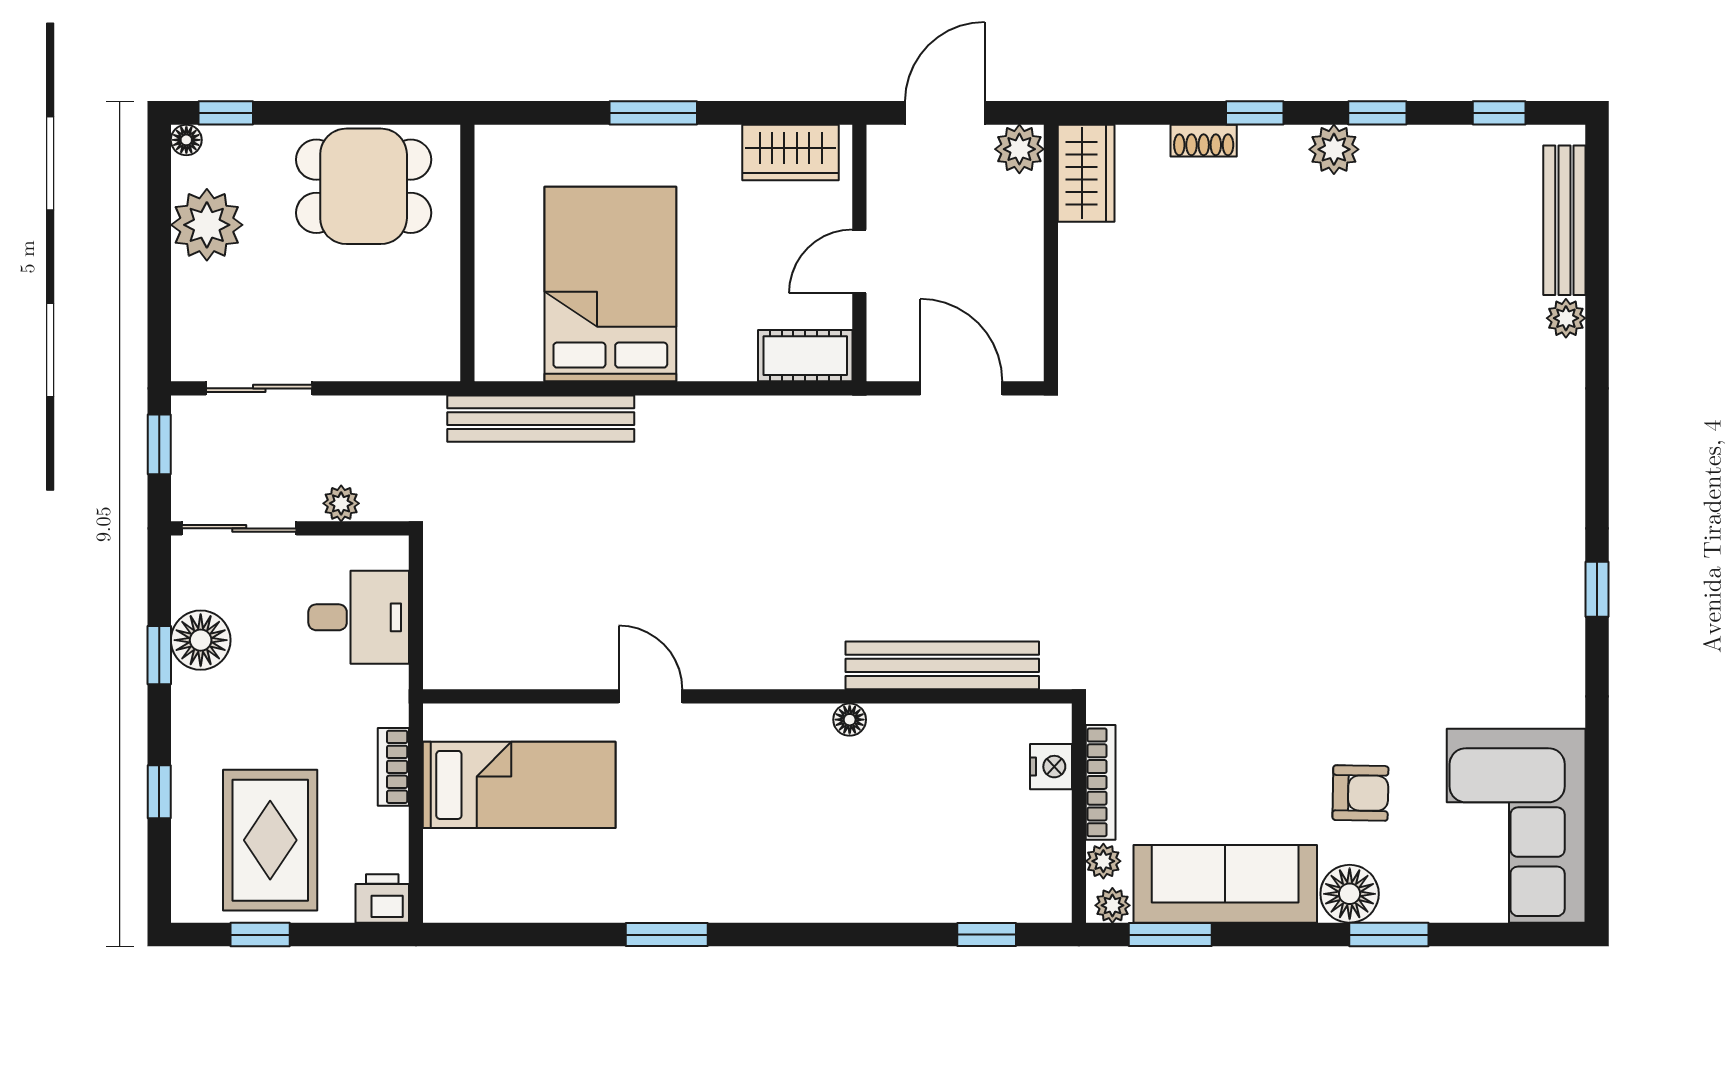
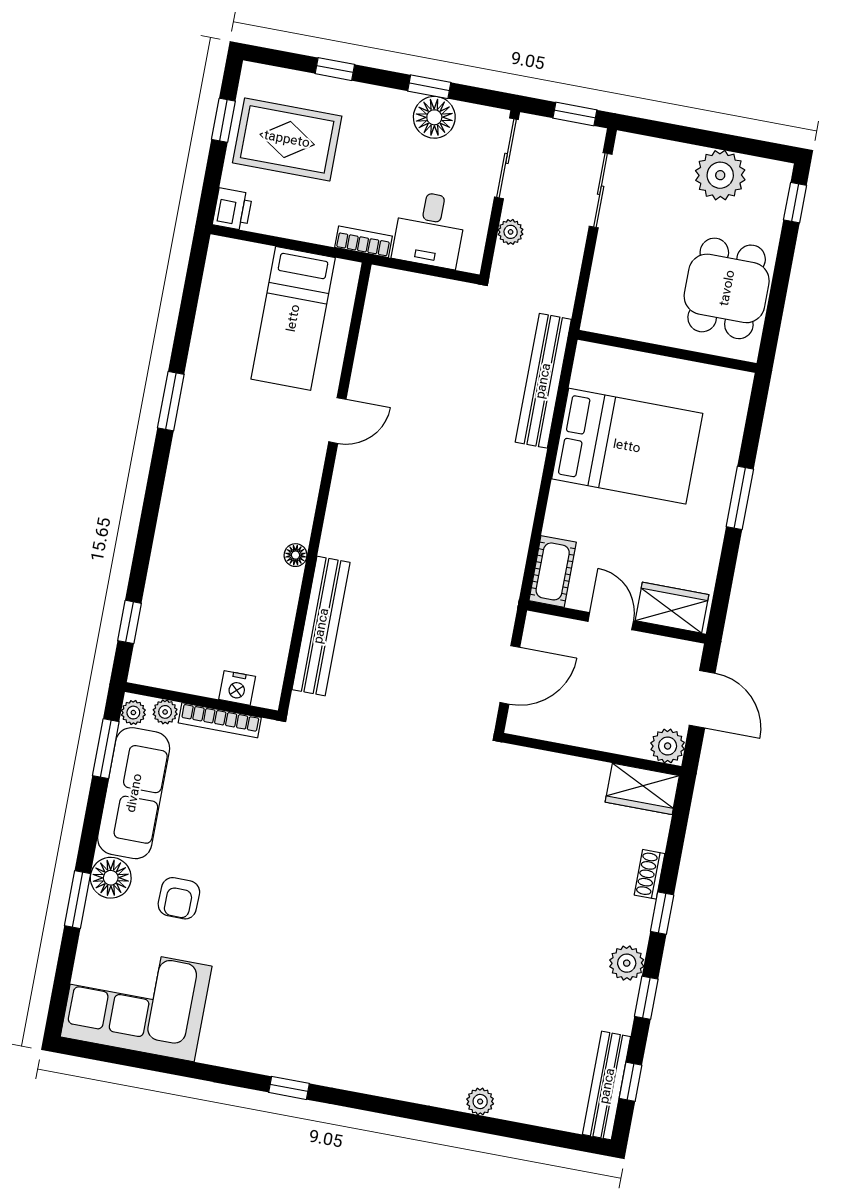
floor lamp: (186, 140) -> (781, 172), removed
wardrobe: (791, 152) -> (672, 608), moved, turned 90
bench: (1564, 220) -> (607, 1086), moved, turned 90
bookcase: (393, 767) -> (363, 242), moved

